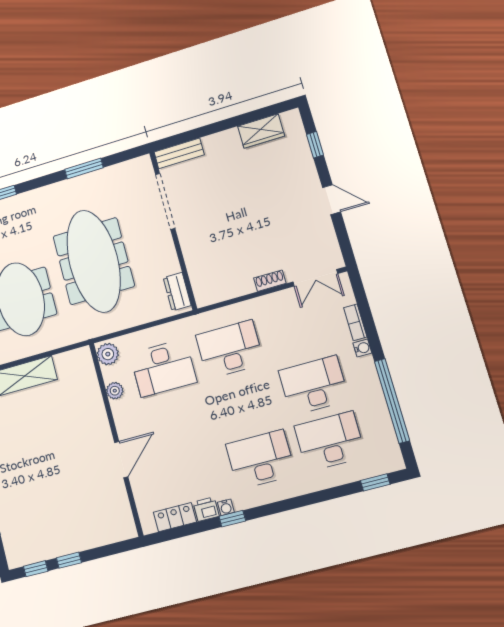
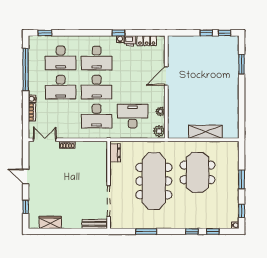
desk: (245, 404) -> (97, 87), added

